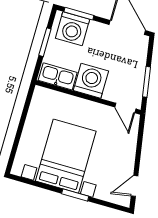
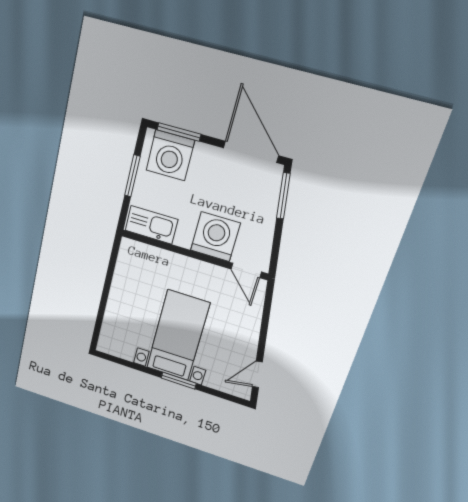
washing machine: (91, 81) -> (215, 237), moved
window: (146, 82) -> (283, 196), moved
bed with nightstands: (66, 156) -> (178, 336), width x0.73

